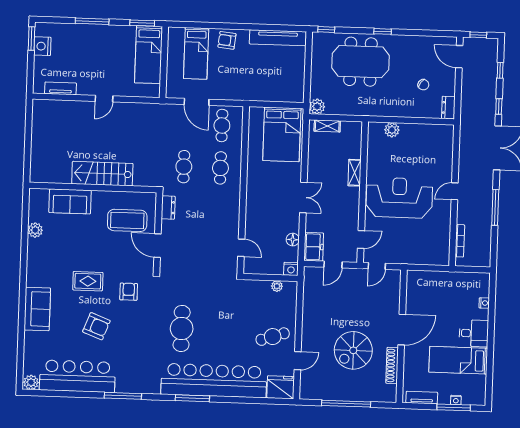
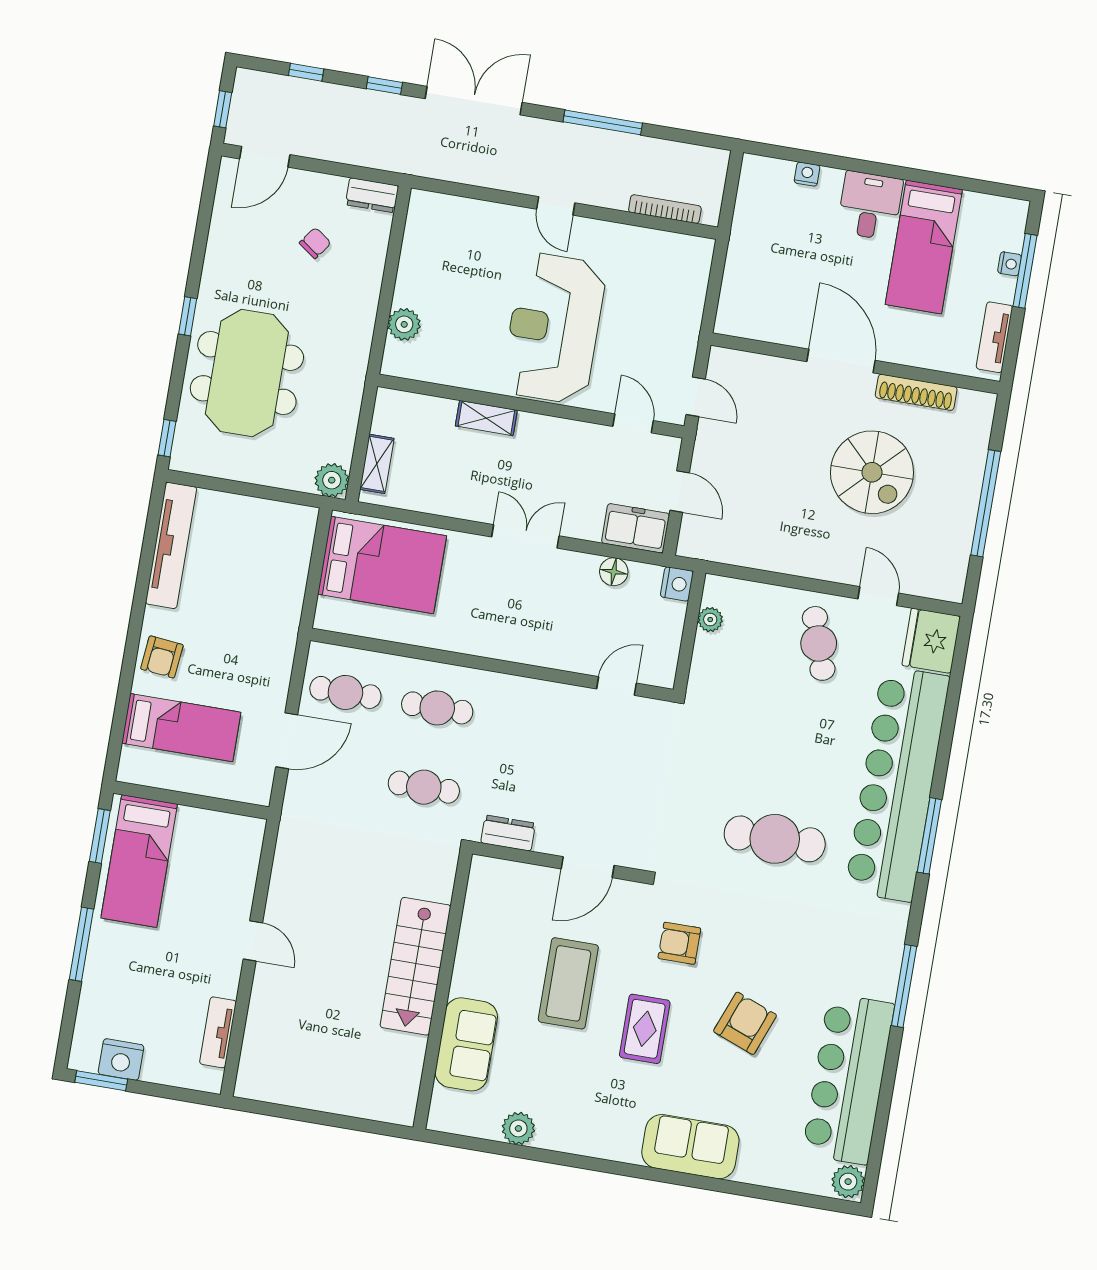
bed: (149, 55) -> (139, 861), moved, turned 90
coffee table: (127, 220) -> (568, 983), moved

